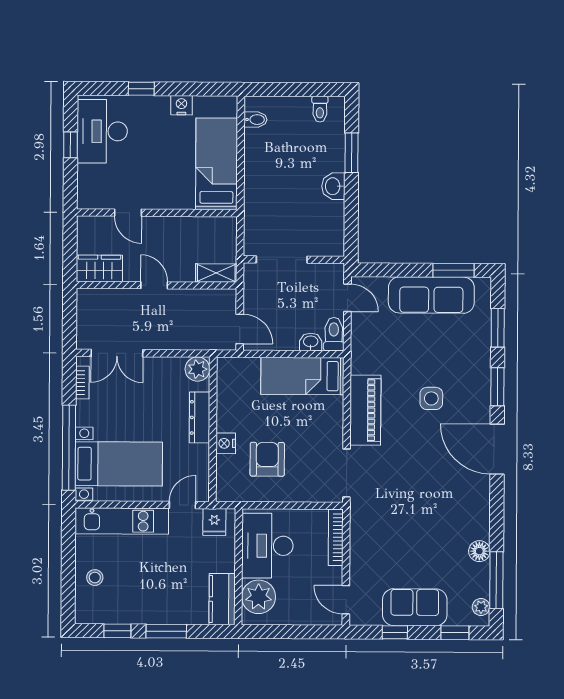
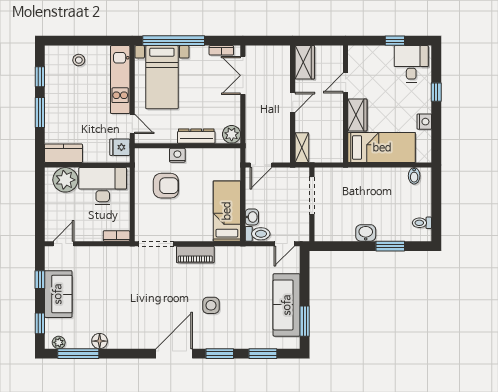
desk: (102, 131) -> (411, 64), width x0.73
wardrobe: (172, 197) -> (357, 115), added
piano: (365, 410) -> (195, 254), width x0.73, depth x0.75
bookcase: (336, 537) -> (117, 236), width x0.64

